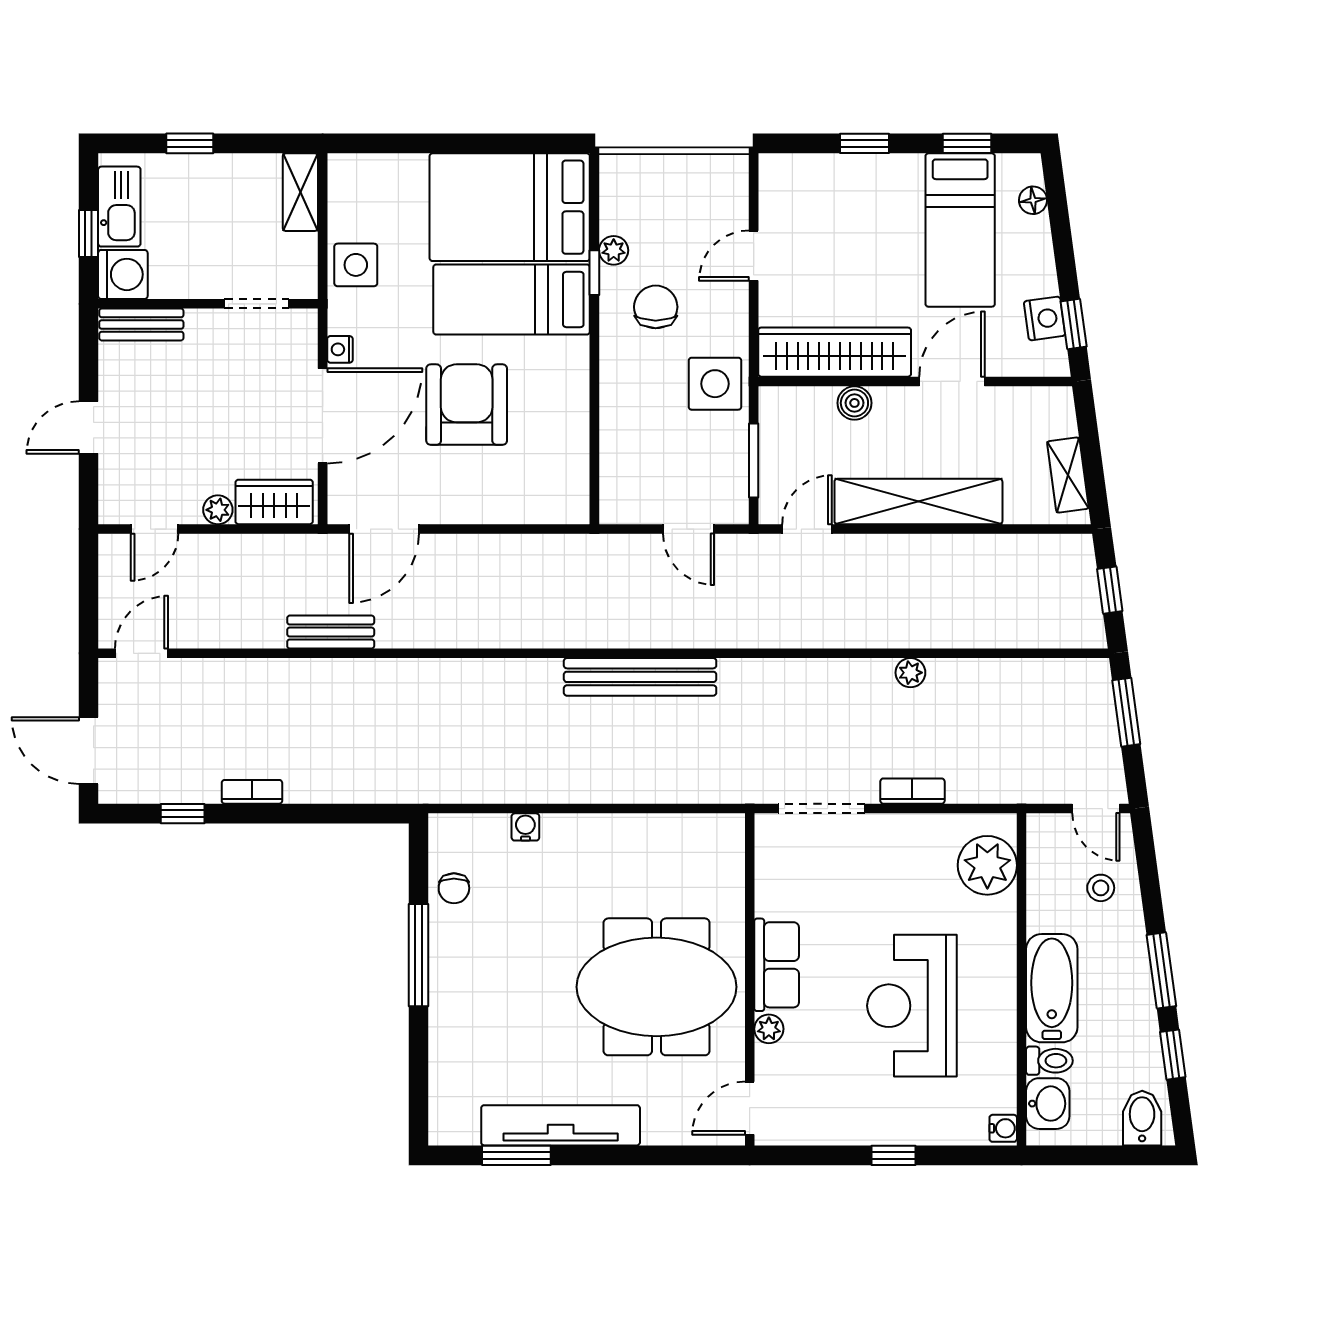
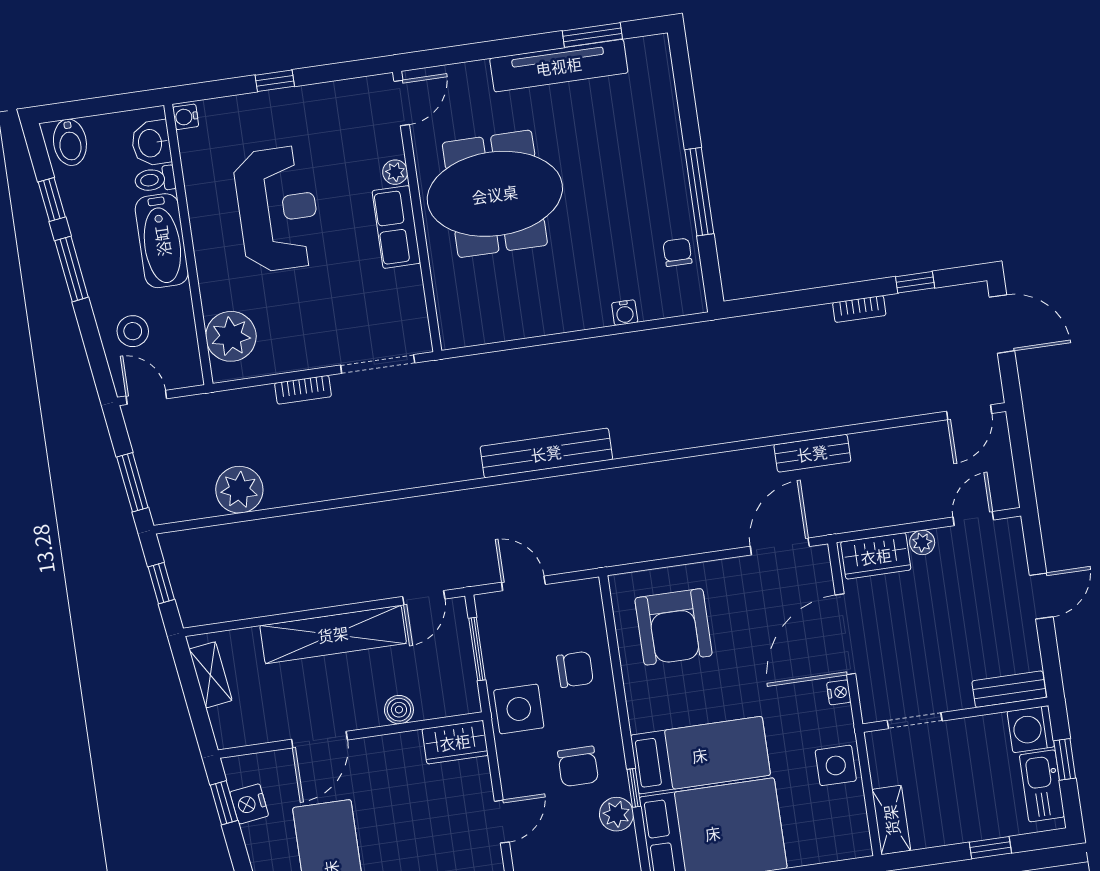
plant: (614, 250) -> (616, 814), width x1.38, depth x1.38
wardrobe: (835, 352) -> (455, 742), width x0.48, depth x0.85
armchair: (467, 405) -> (673, 627), moved
chair: (643, 420) -> (575, 669), added
plant: (910, 673) -> (239, 490), moved, width x1.88, depth x1.88
stool: (1101, 888) -> (133, 331), width x1.37, depth x1.37

